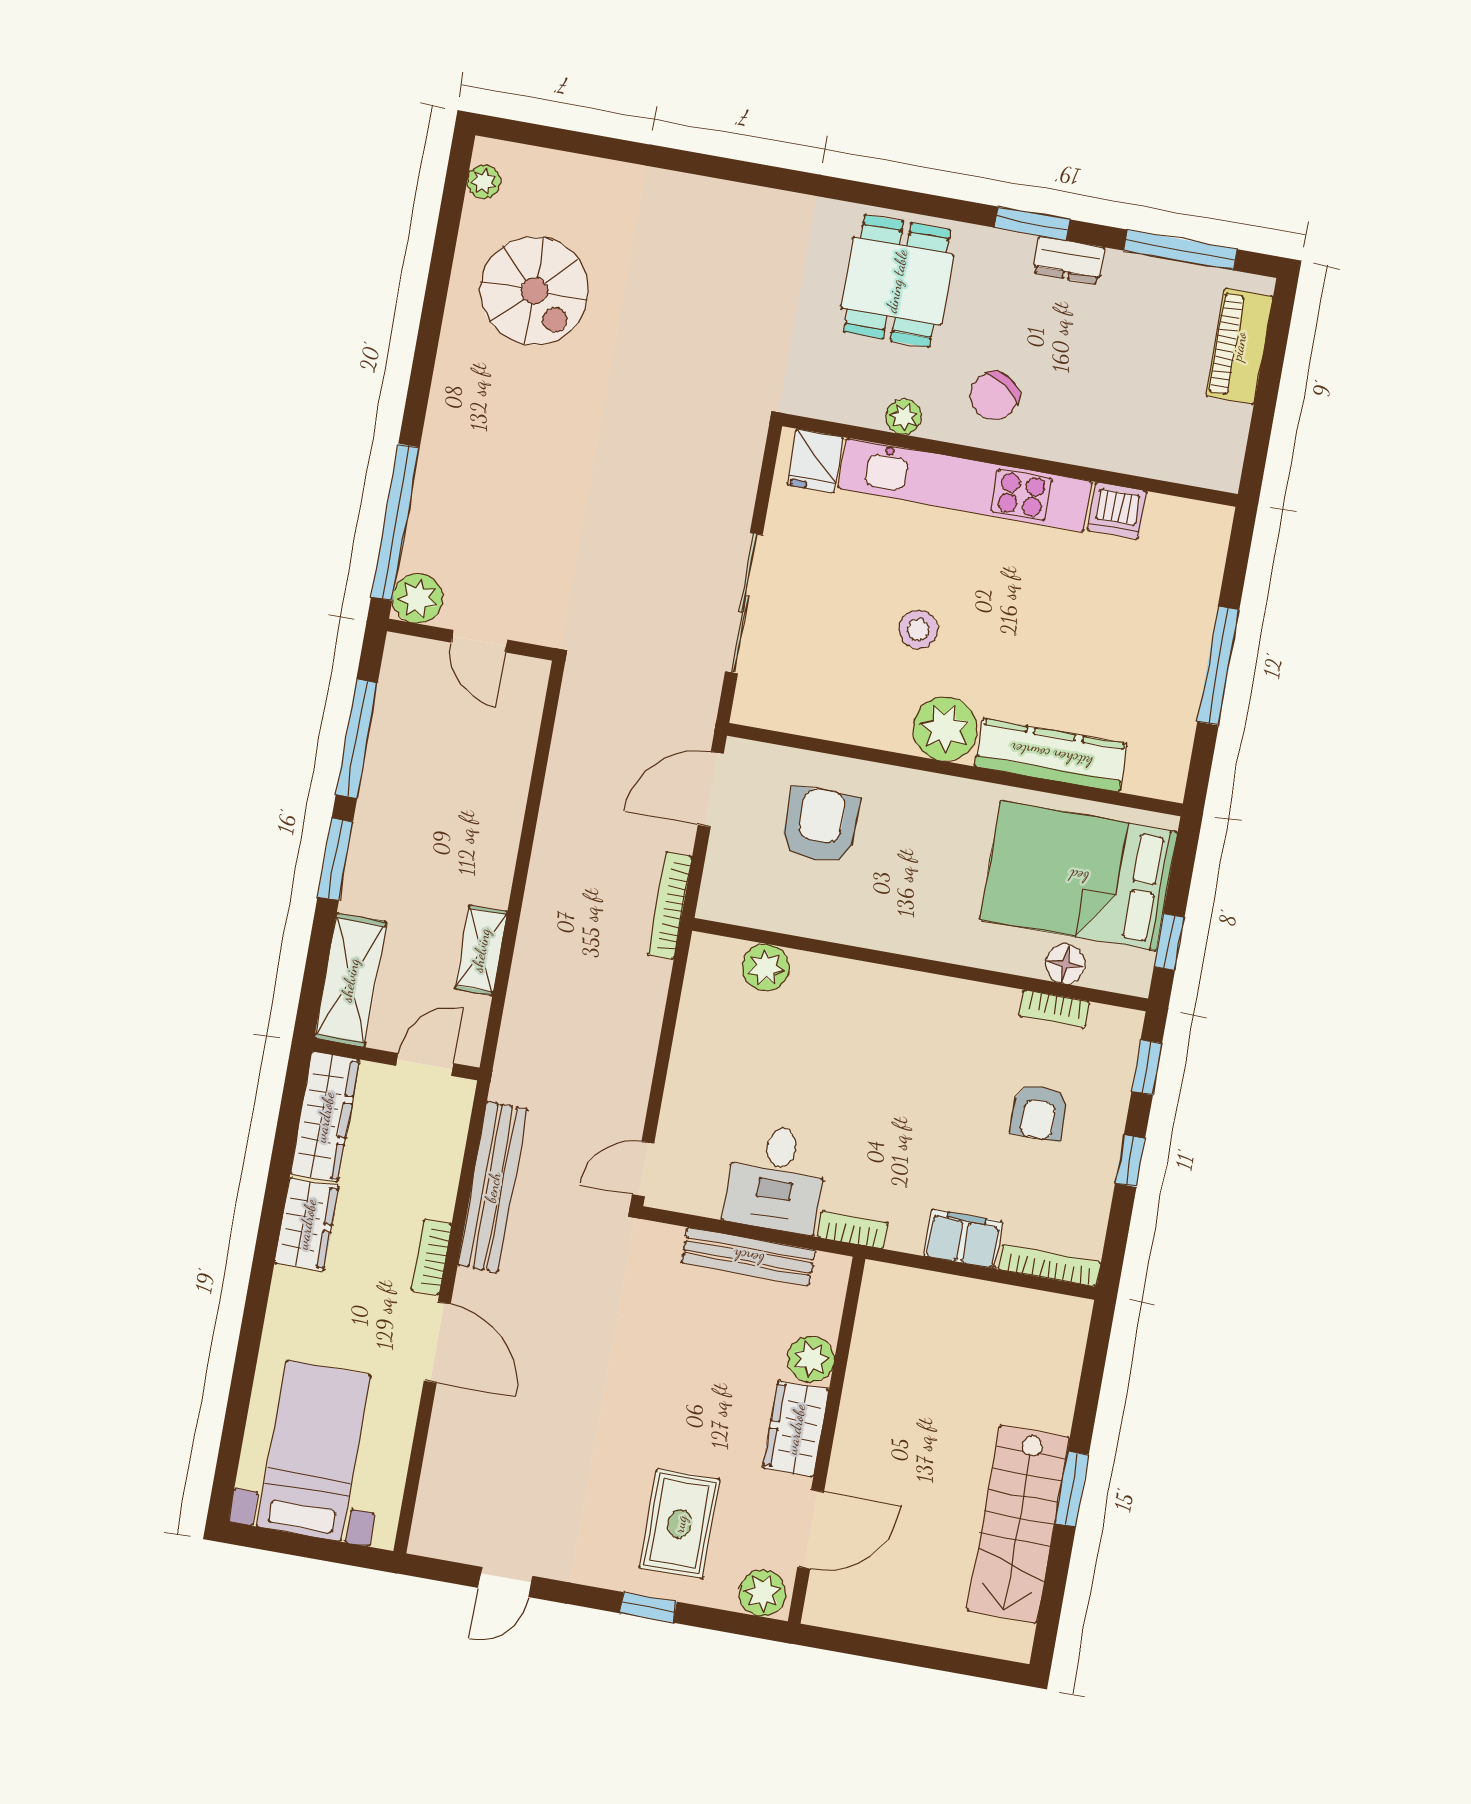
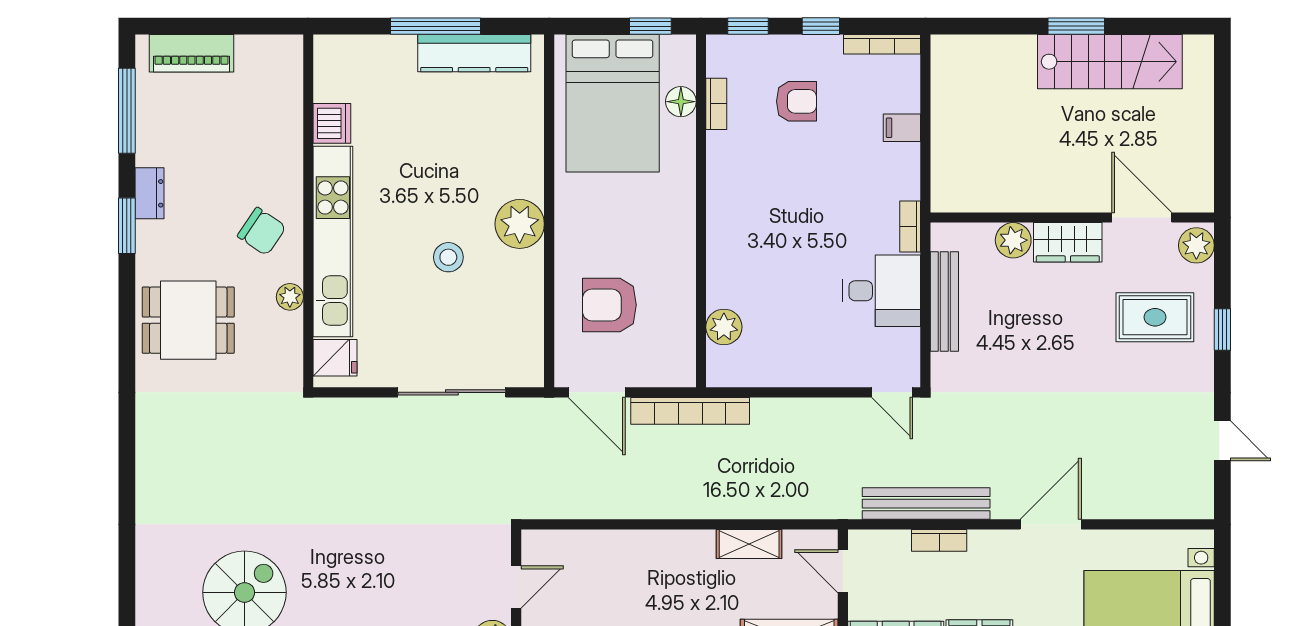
kitchen counter: (1051, 755) -> (474, 53), moved, turned -90
bookcase: (670, 906) -> (690, 411), width x1.48, depth x1.31
filing cabinet: (963, 1239) -> (902, 128), width x0.50
bookcase: (431, 1257) -> (939, 540), moved
bookcase: (1050, 1266) -> (882, 44), moved, turned -90

